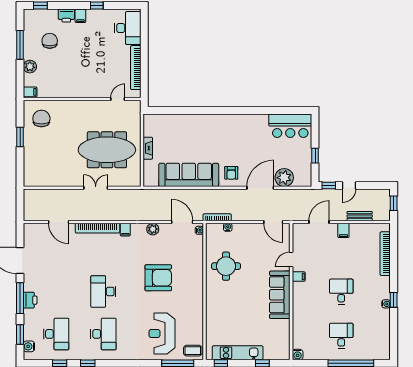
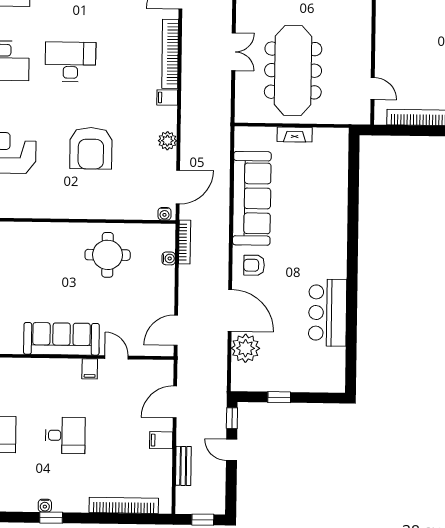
bar counter: (290, 126) -> (328, 313), moved
door: (319, 222) -> (175, 402), swing flipped

